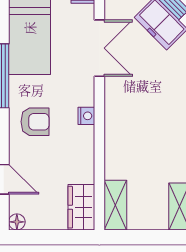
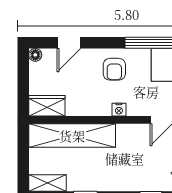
shelving: (115, 205) -> (72, 136), width x2.20, depth x1.33

